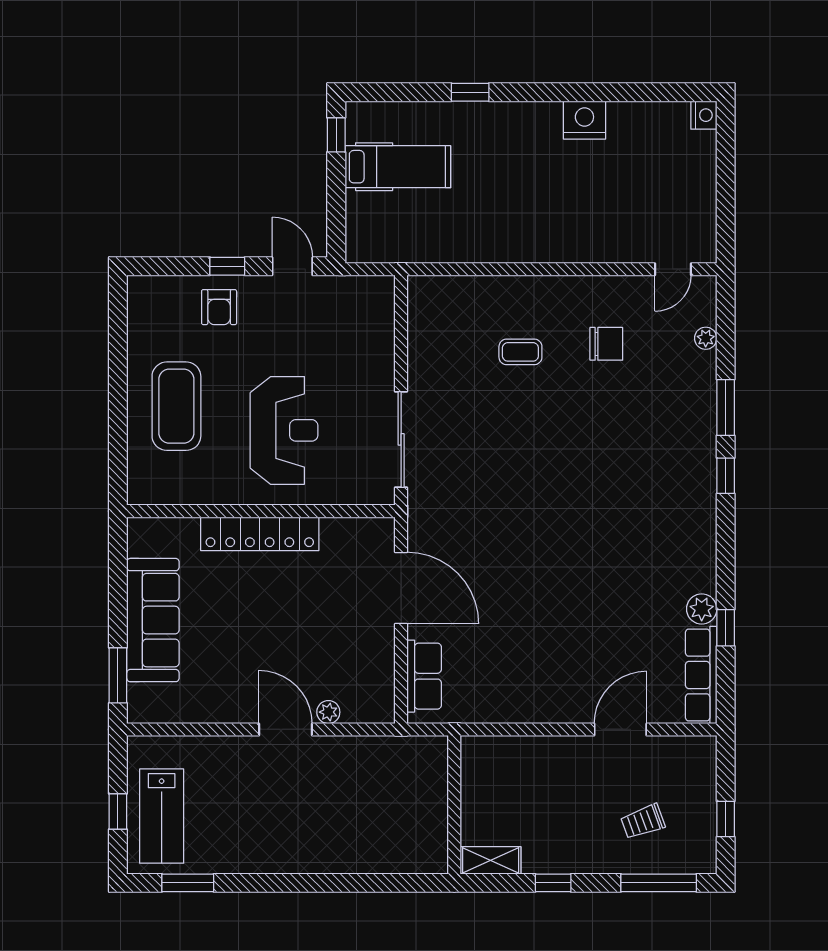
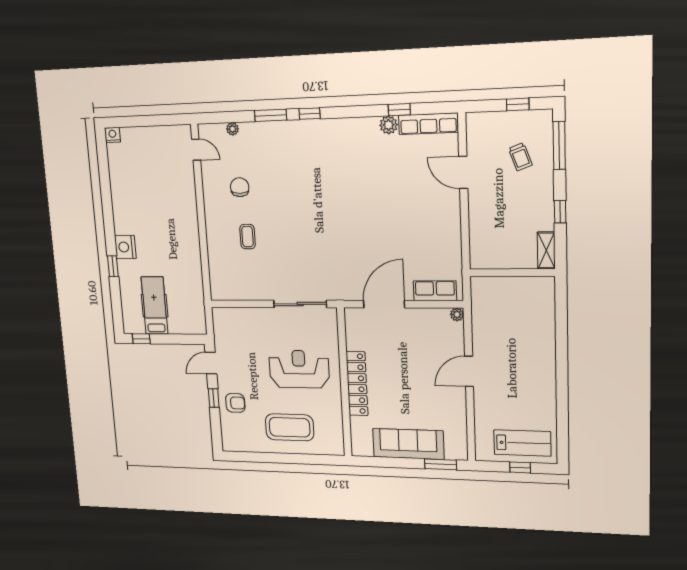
nightstand: (584, 120) -> (125, 247), moved
plant: (328, 712) -> (457, 314), moved
window: (188, 883) -> (563, 429), removed

